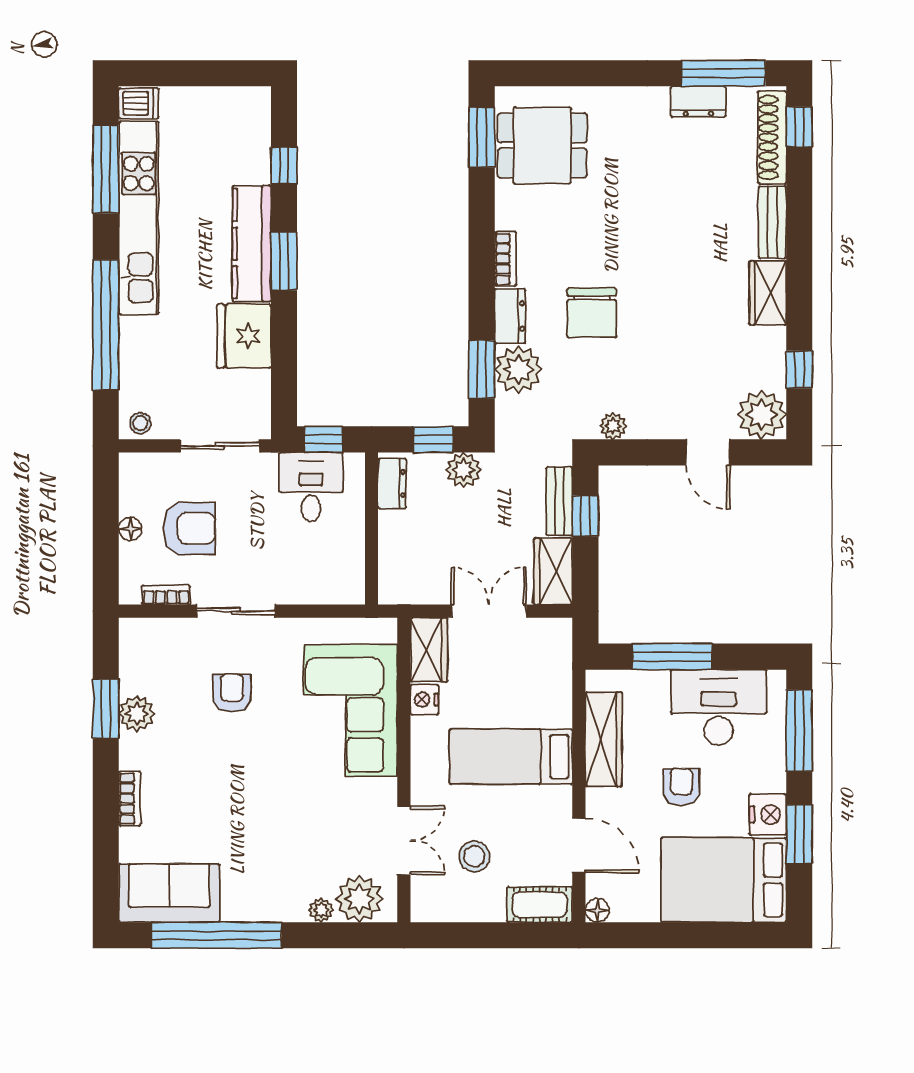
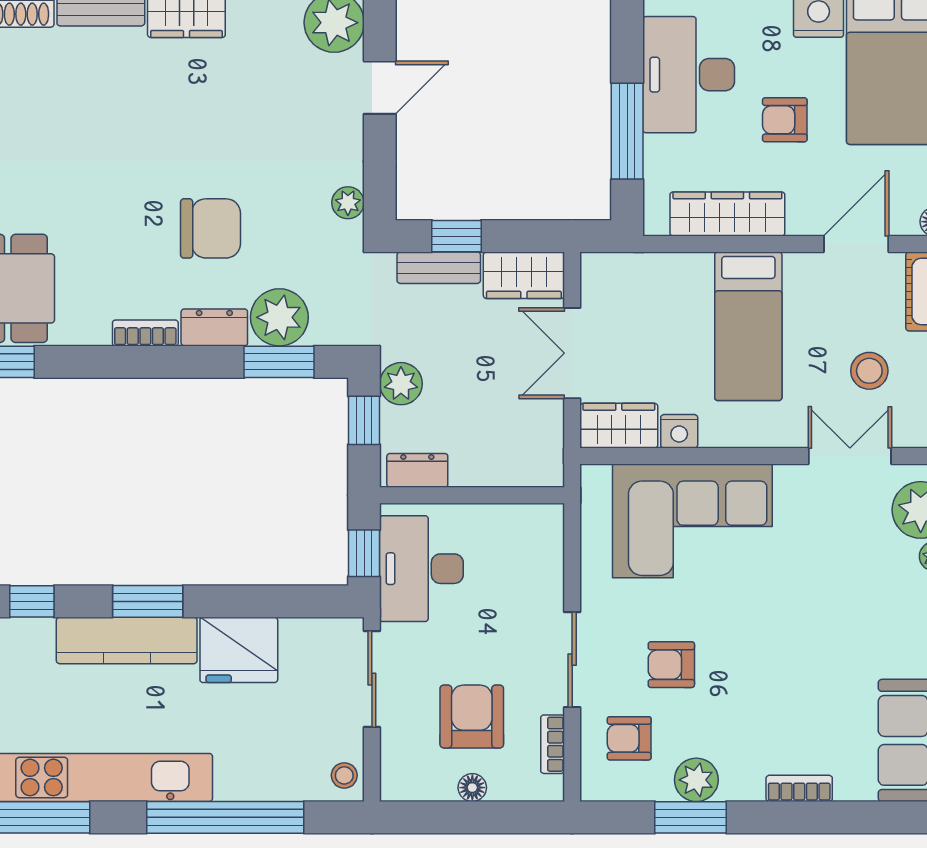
desk: (311, 487) -> (421, 569), width x1.37
armchair: (171, 658) -> (629, 738), added

